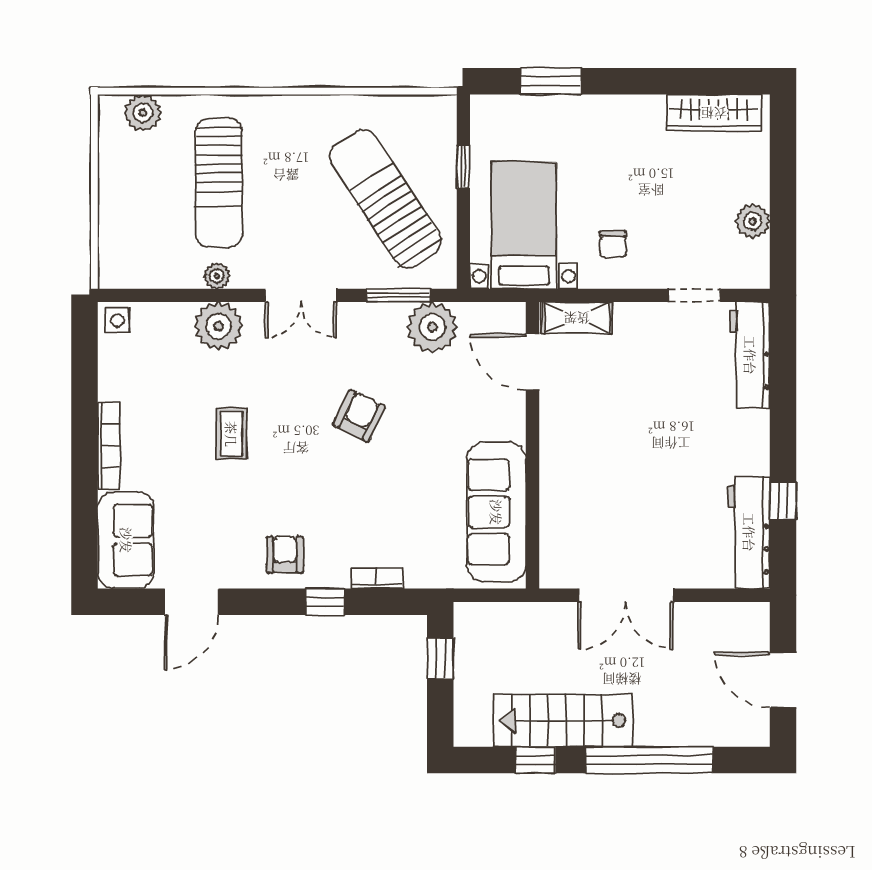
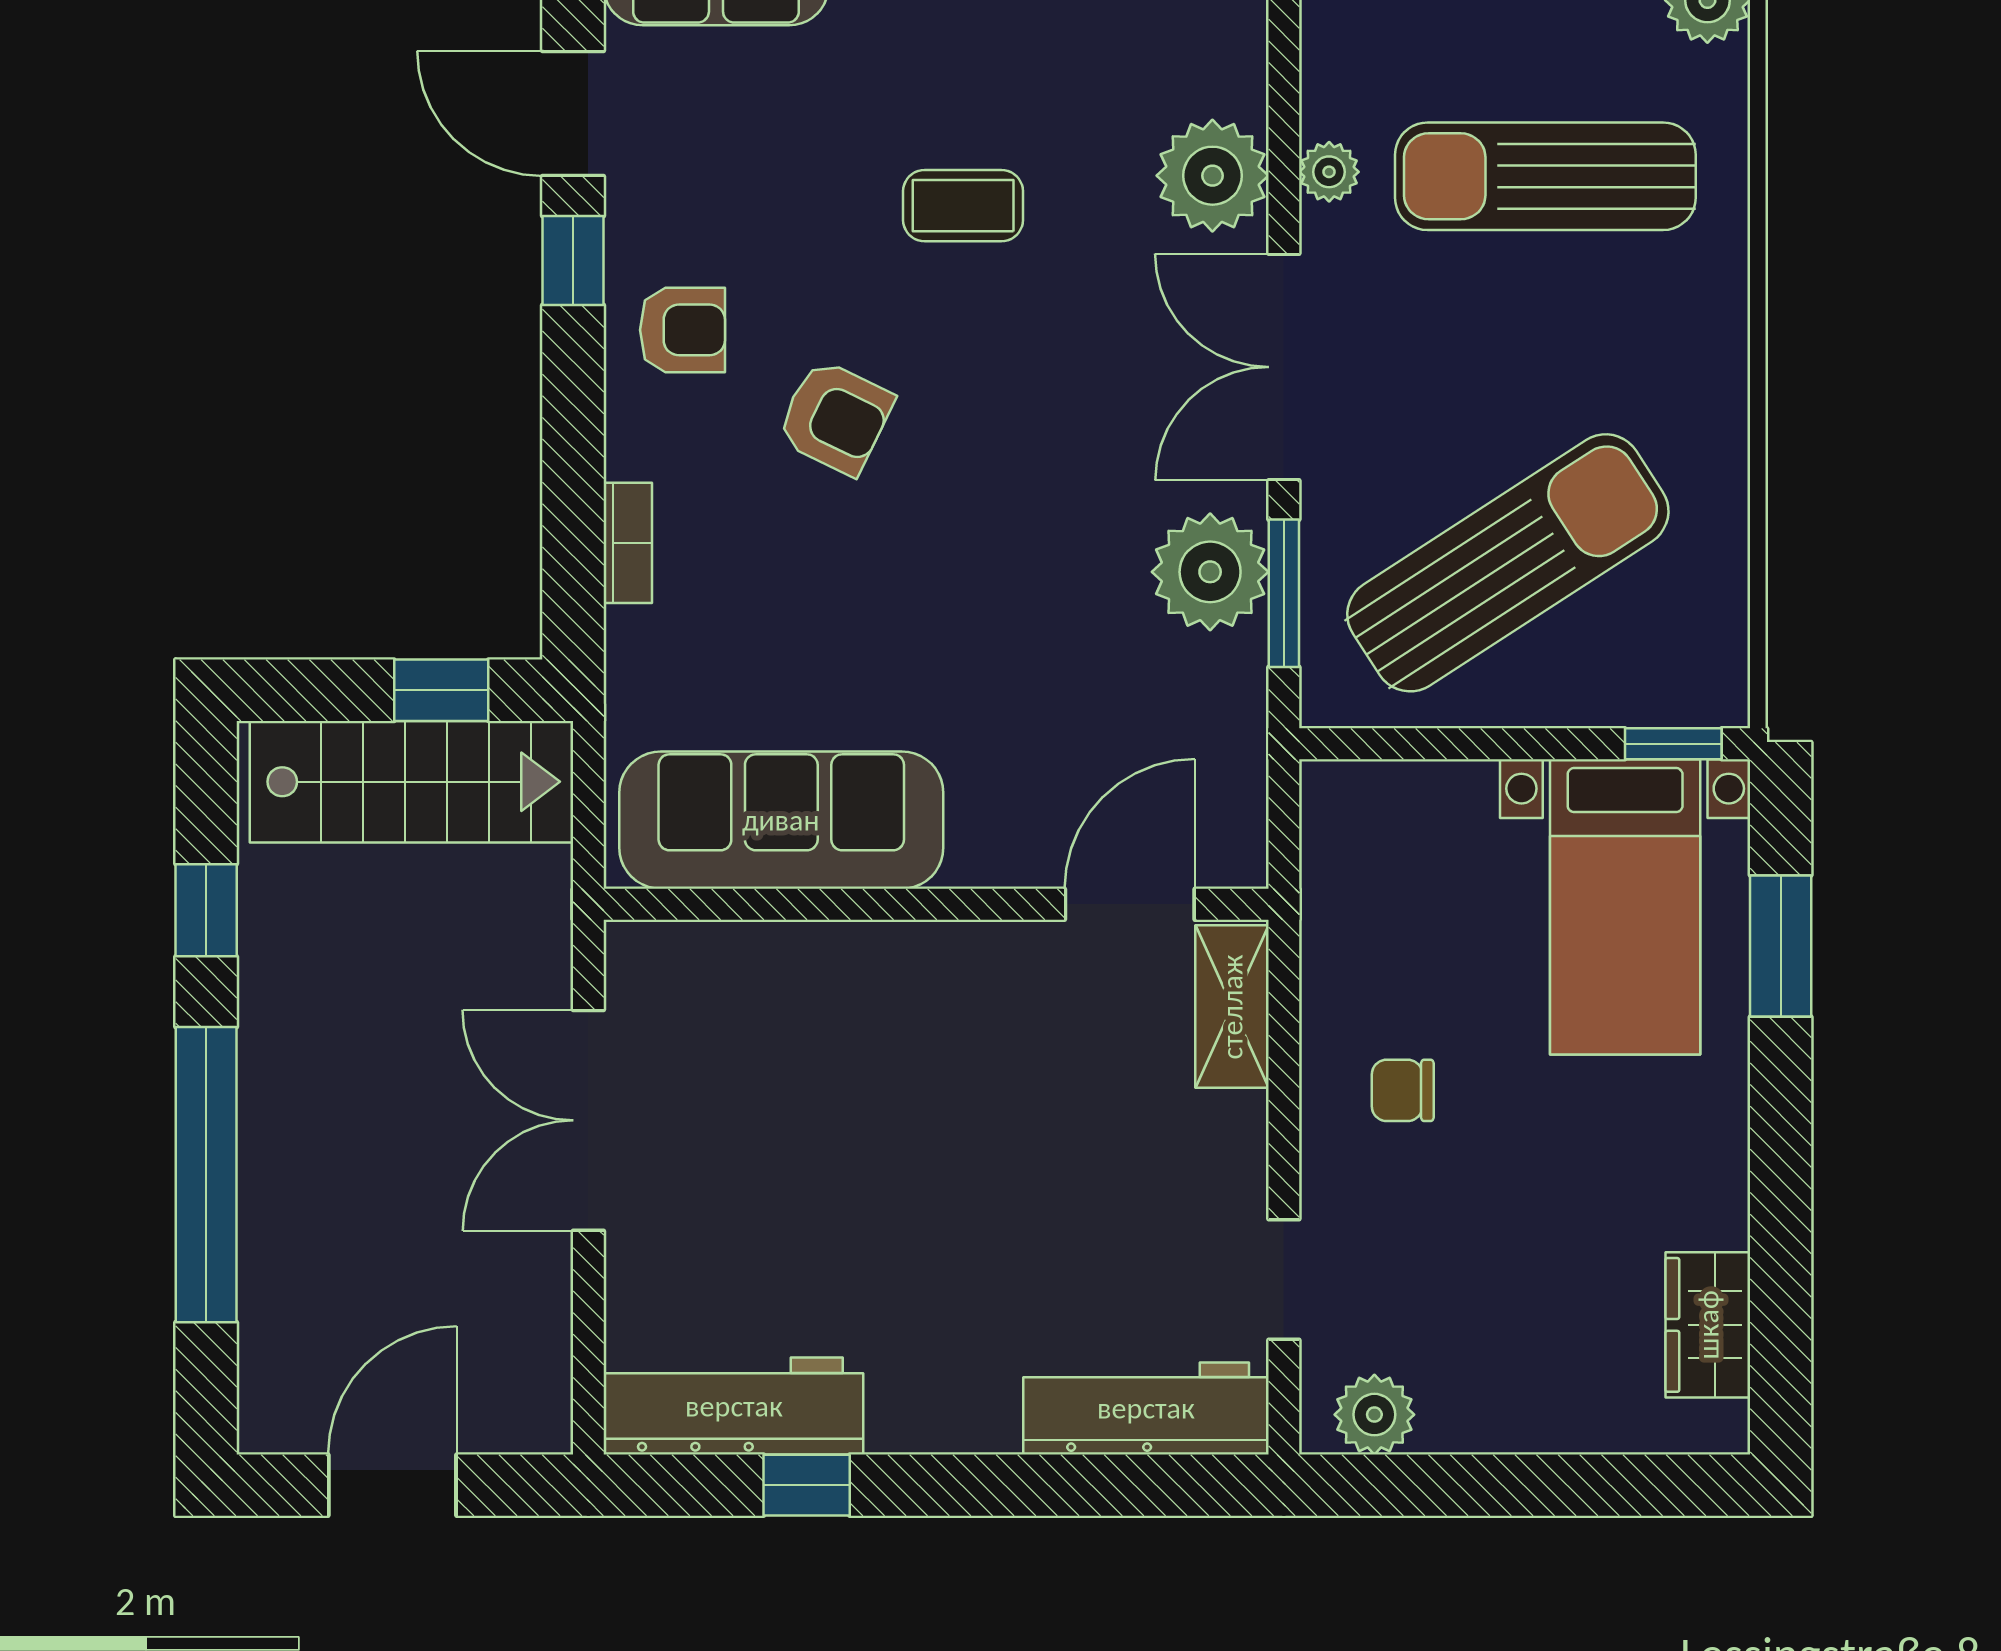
wardrobe: (714, 113) -> (1708, 1325), width x0.67
window: (463, 167) -> (1673, 744), moved
plant: (753, 221) -> (1374, 1415), moved
bed with nightstands: (524, 225) -> (1625, 907), moved, turned 90
double door: (301, 295) -> (1284, 367), width x1.37
plant: (432, 327) -> (1210, 572), moved
armchair: (359, 416) -> (835, 417), moved
window: (325, 602) -> (573, 260), moved
stairs: (563, 720) -> (411, 782), moved, turned 90

